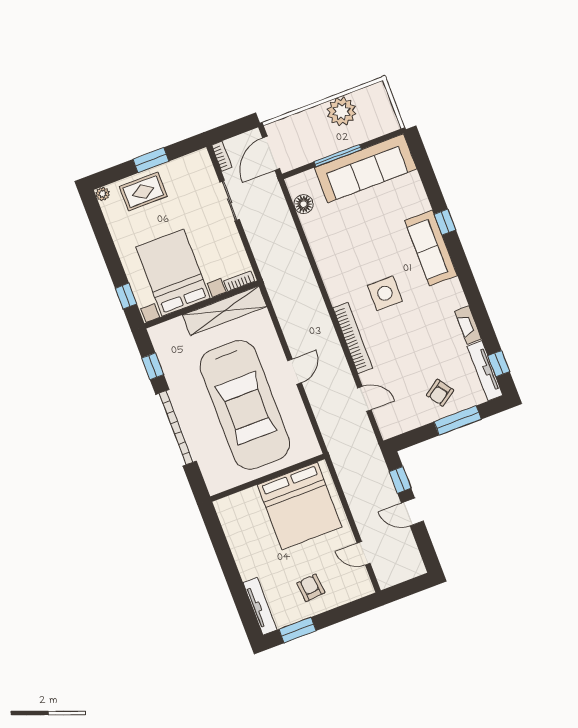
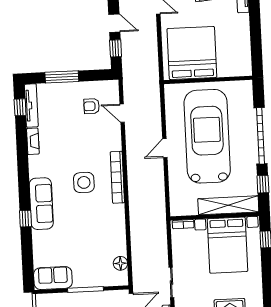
sofa: (366, 168) -> (53, 278), width x0.54, depth x0.79
shelving: (225, 311) -> (228, 205), moved
bookcase: (353, 338) -> (117, 177), moved
armchair: (440, 393) -> (92, 106), moved, turned -145

